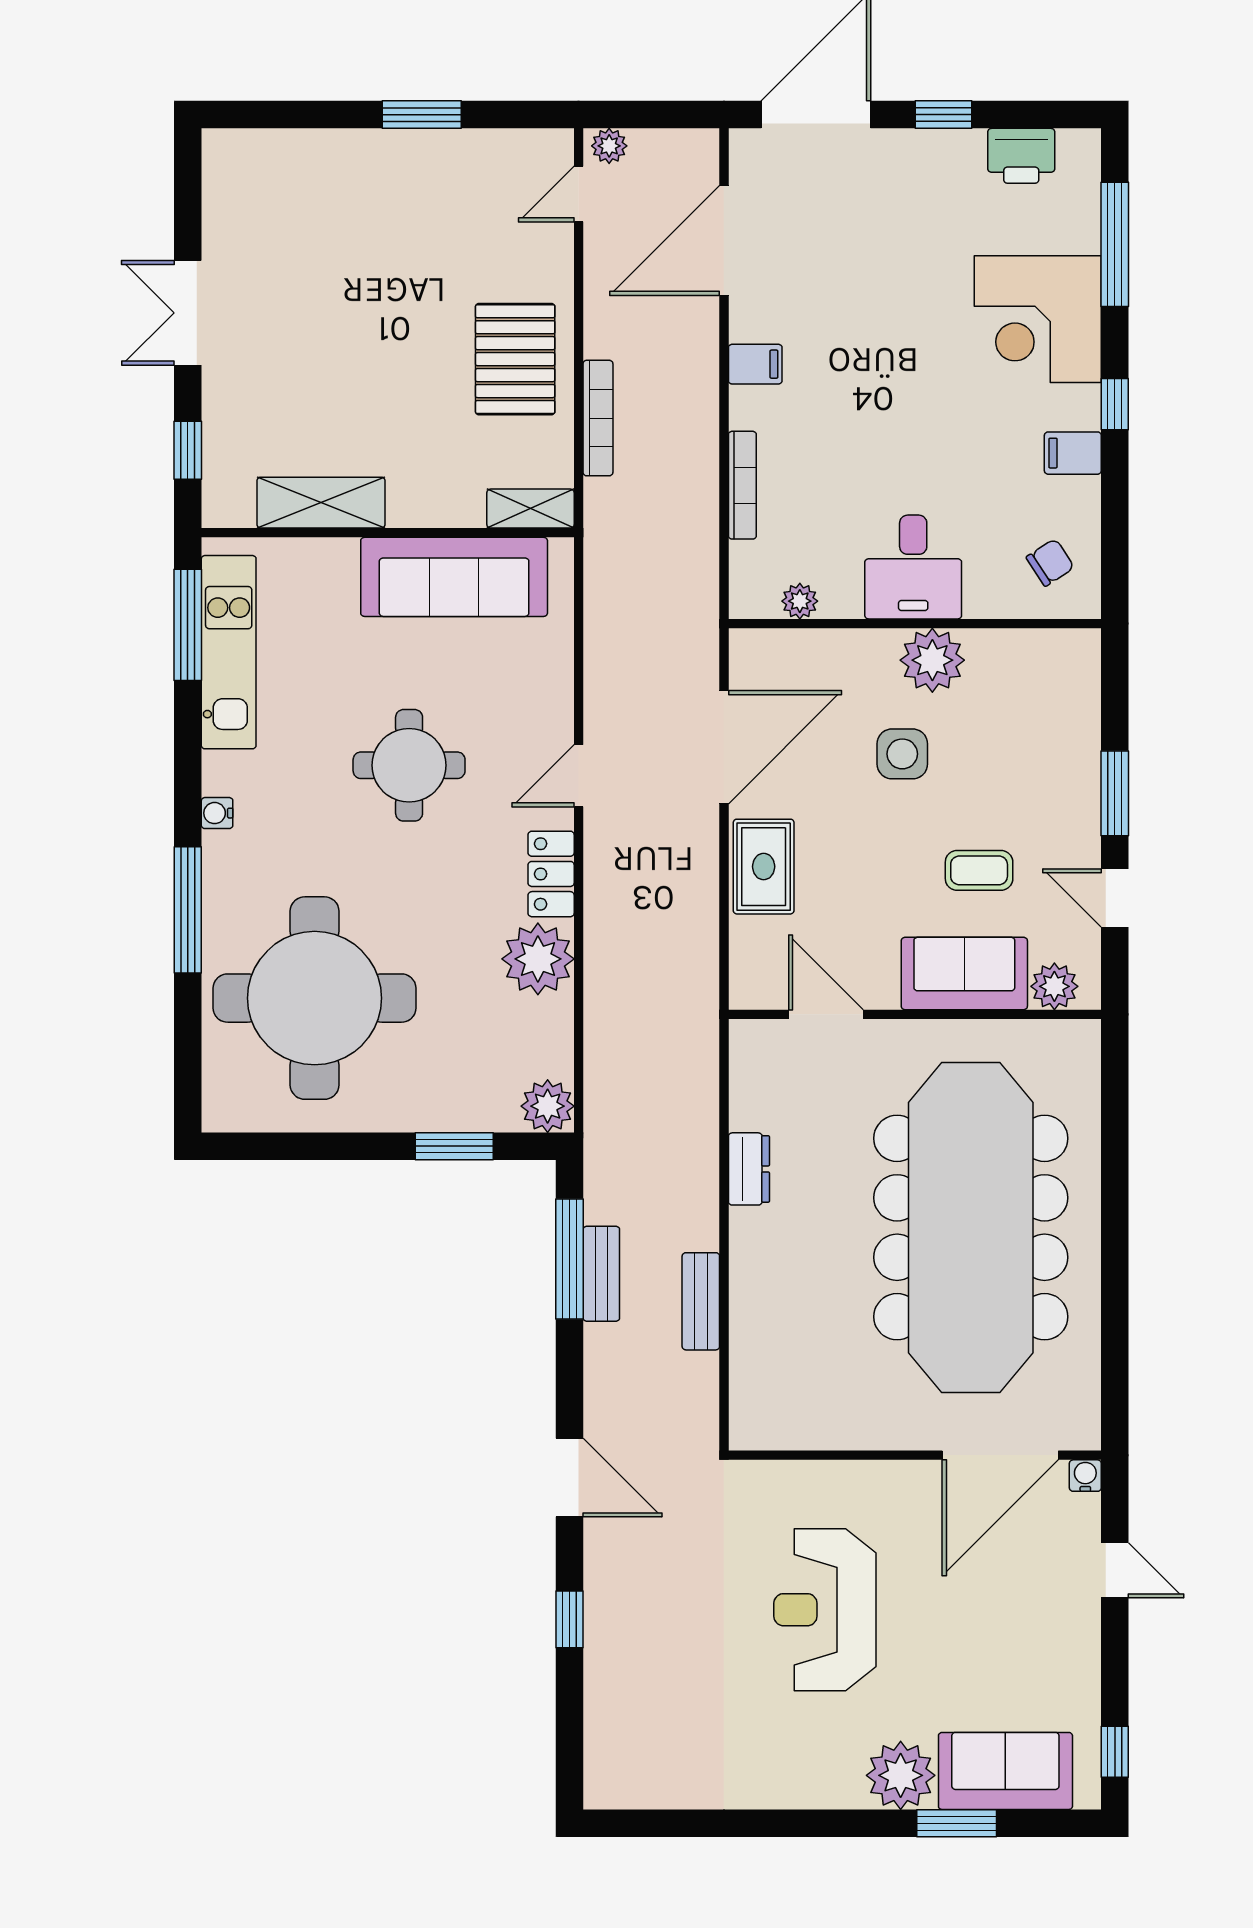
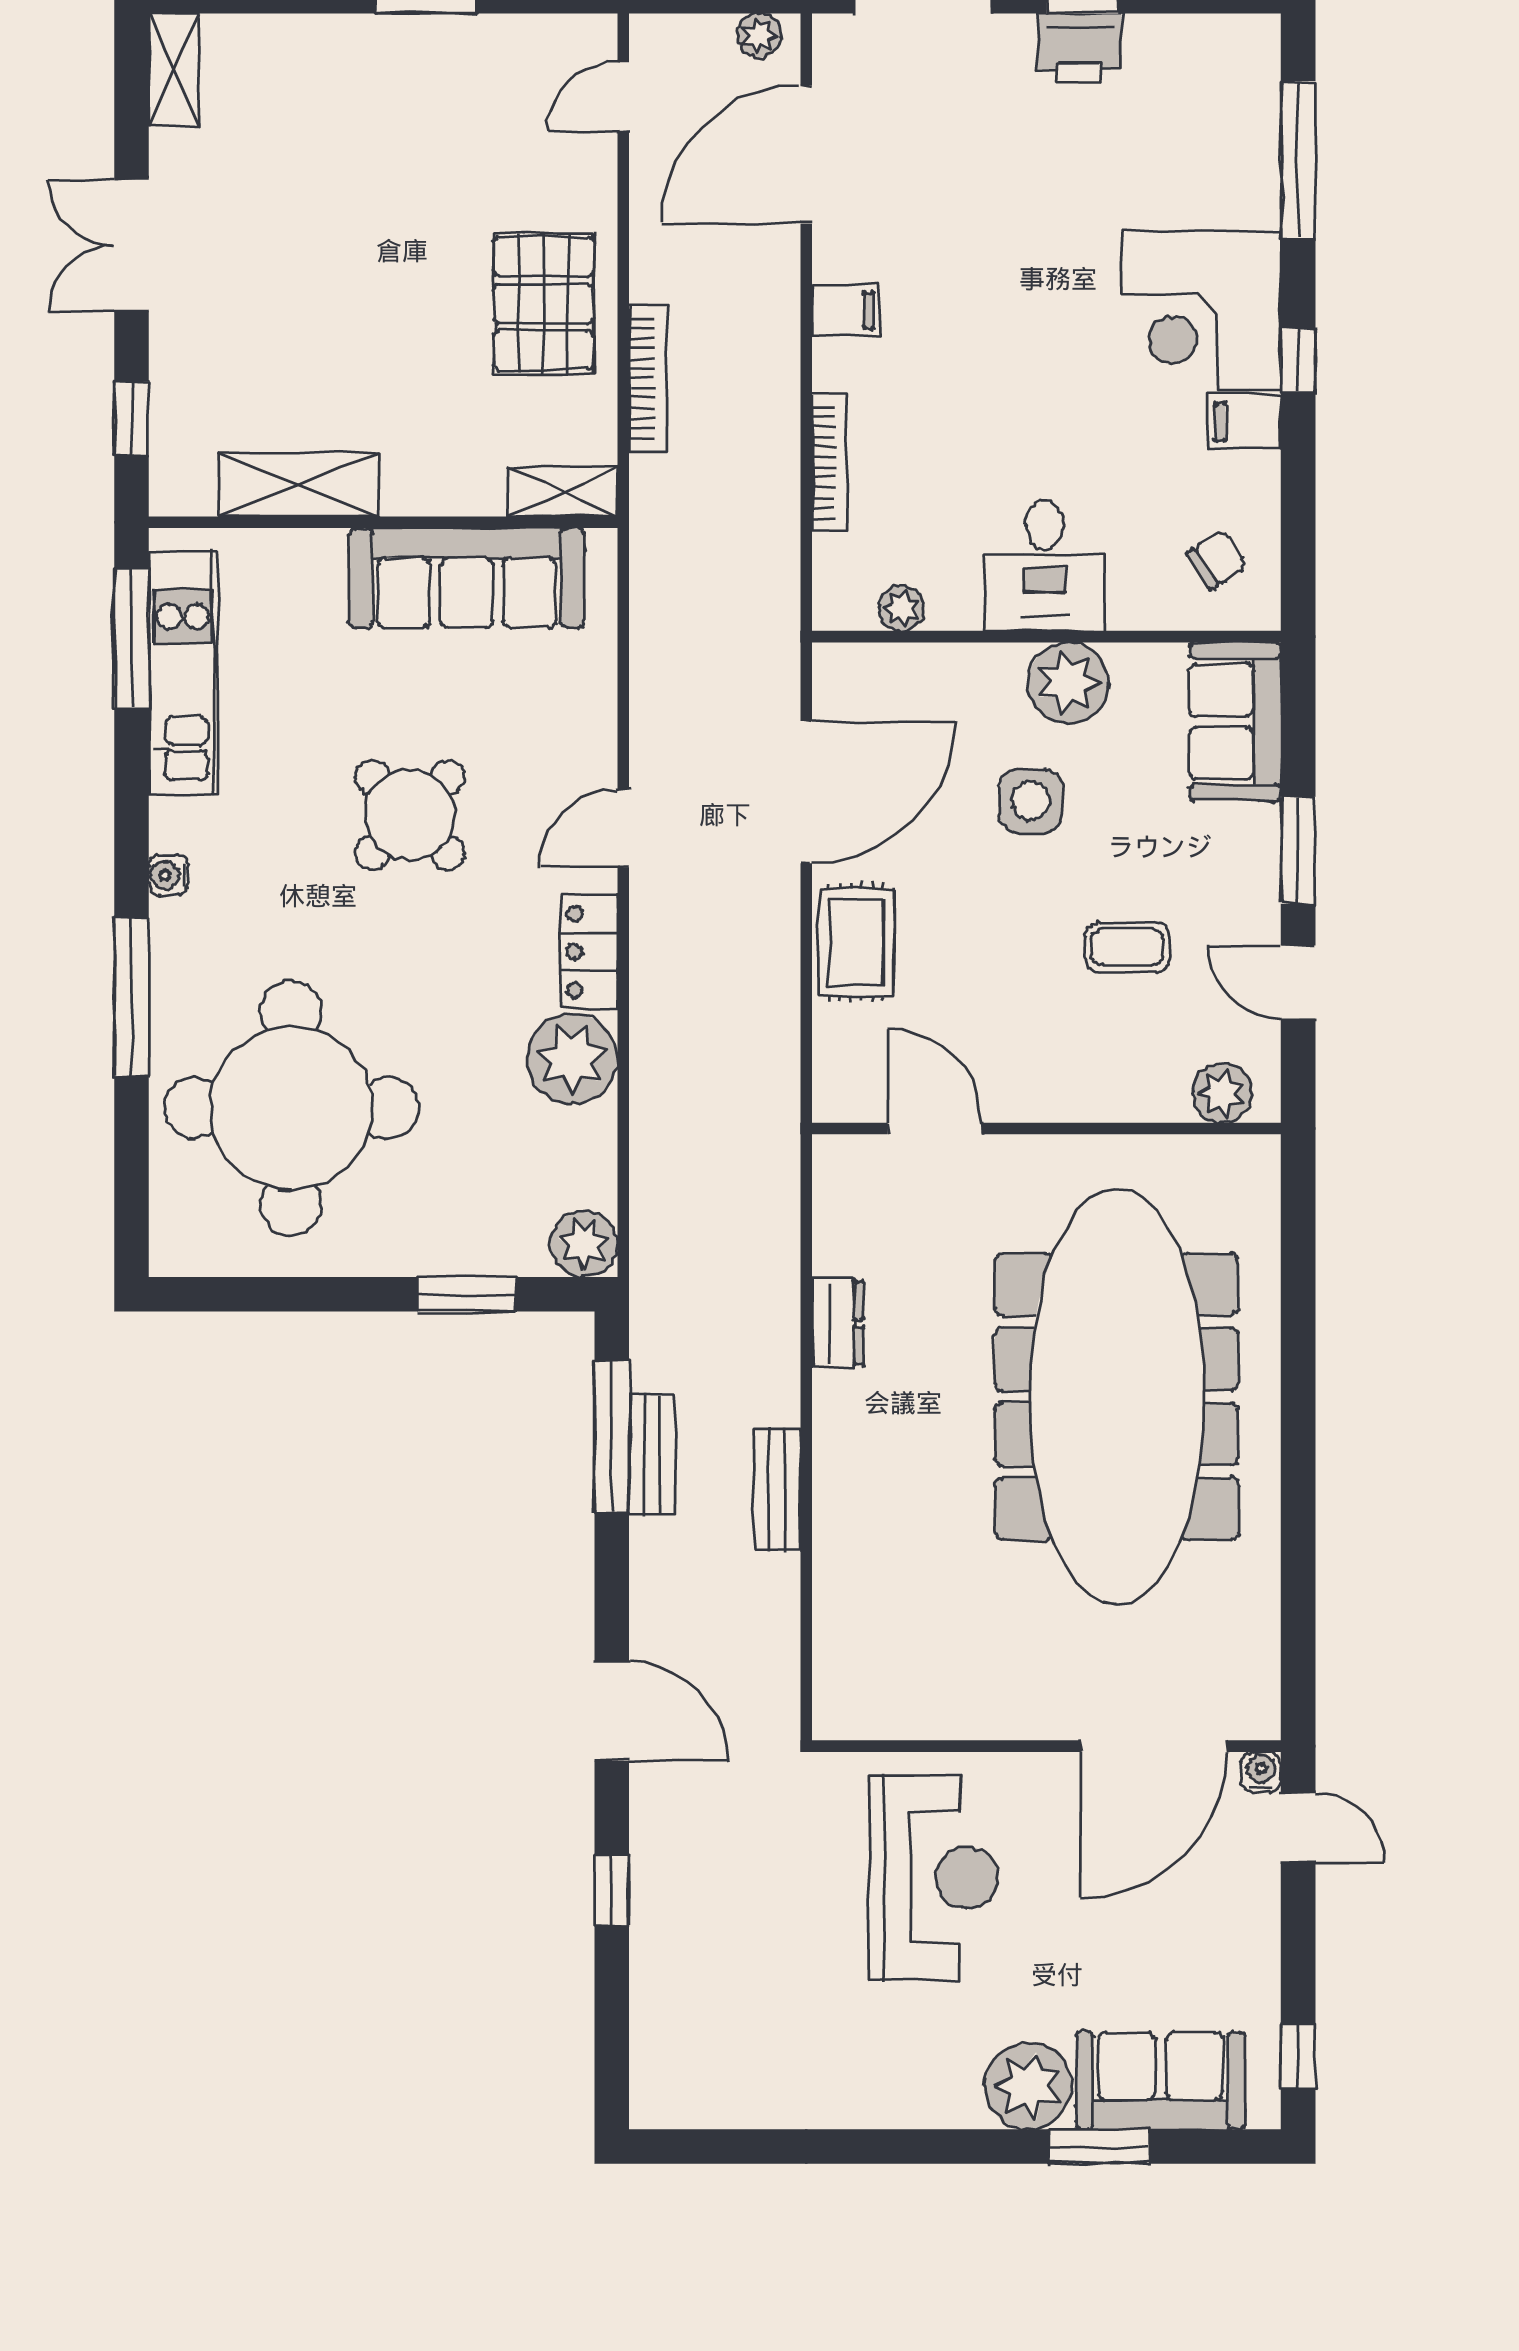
plant: (609, 146) -> (759, 35), moved
printer: (1021, 156) -> (1080, 48), moved
shelving: (221, 173) -> (174, 69), added
corner desk: (1038, 319) -> (1201, 311), moved
round table: (409, 765) -> (410, 815), turned 45
sofa: (964, 973) -> (1235, 722), moved, turned -90
wall: (915, 1455) -> (1046, 1746), moved
door: (1000, 1455) -> (1154, 1746), moved
water cooler: (1085, 1476) -> (1261, 1772), moved
reception desk: (825, 1610) -> (933, 1878), turned 180

